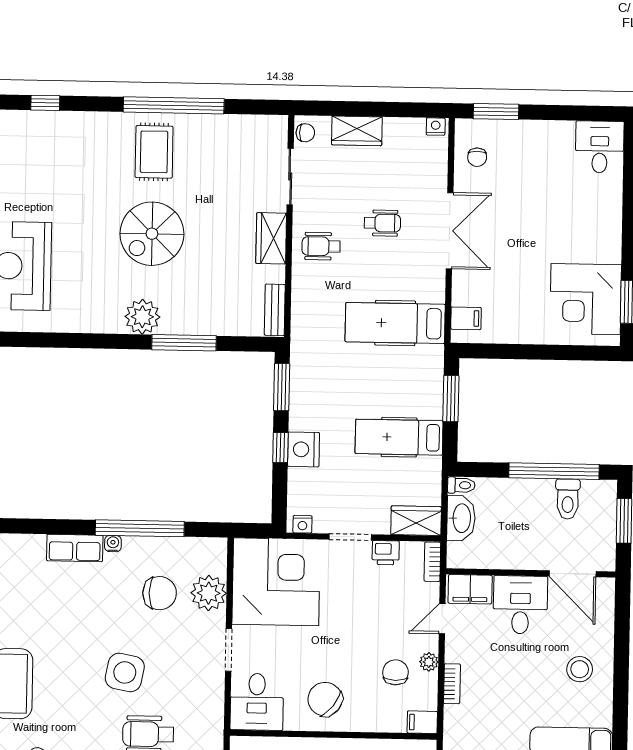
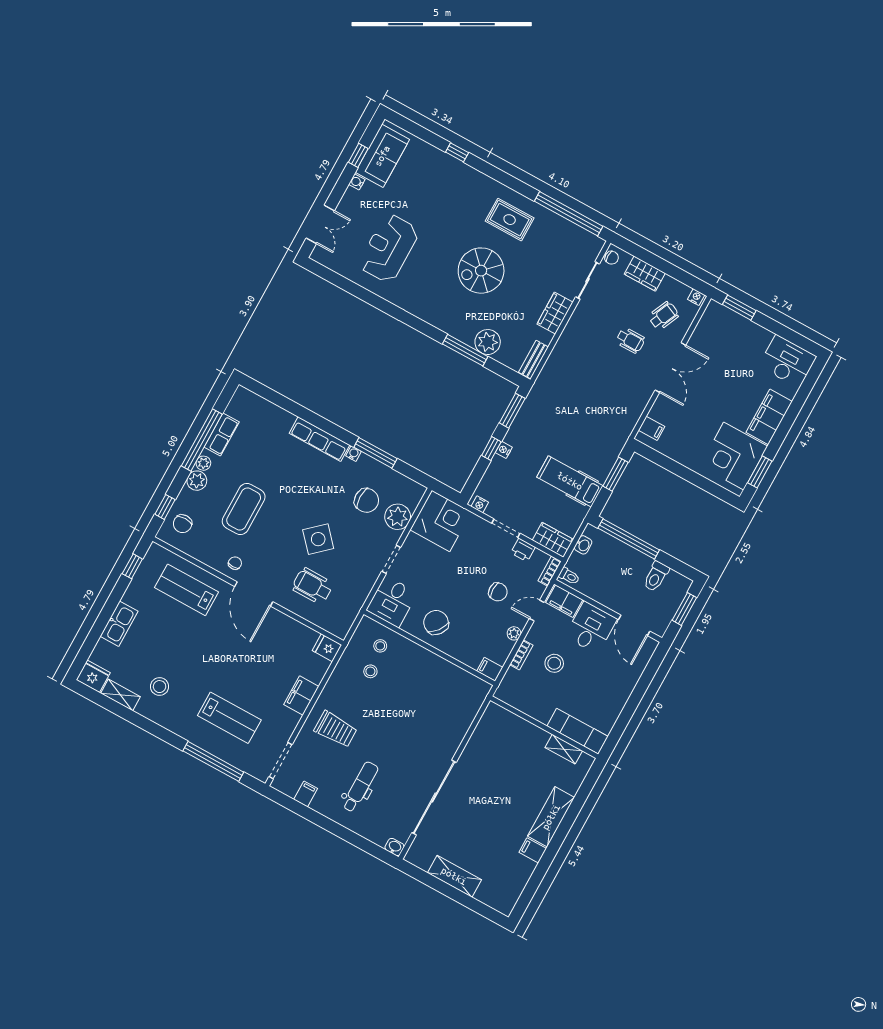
window: (174, 105) -> (569, 214), moved
desk: (600, 147) -> (788, 361), width x1.37
rug: (154, 152) -> (510, 220), turned 90
chair: (477, 157) -> (712, 330), removed
filing cabinet: (604, 228) -> (769, 417), added
wheelchair: (321, 246) -> (664, 316), moved, turned 114
plant: (142, 317) -> (488, 342), moved
hospital bed: (395, 323) -> (605, 408), removed
nightstand: (304, 449) -> (504, 450), width x0.53, depth x0.56
window: (554, 471) -> (629, 539), moved
toilet: (461, 485) -> (569, 576), moved
washbasin: (461, 518) -> (583, 545), width x0.52, depth x0.69
window: (140, 528) -> (375, 453), width x0.68
row of seats: (75, 548) -> (319, 439), width x1.48
corner desk: (276, 582) -> (441, 521), width x0.74, depth x0.74
stool: (580, 669) -> (554, 663), moved
side table: (125, 672) -> (318, 539), turned 37
chair: (396, 672) -> (498, 592), moved, turned 90

